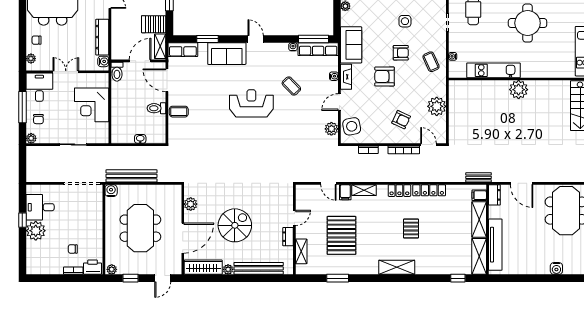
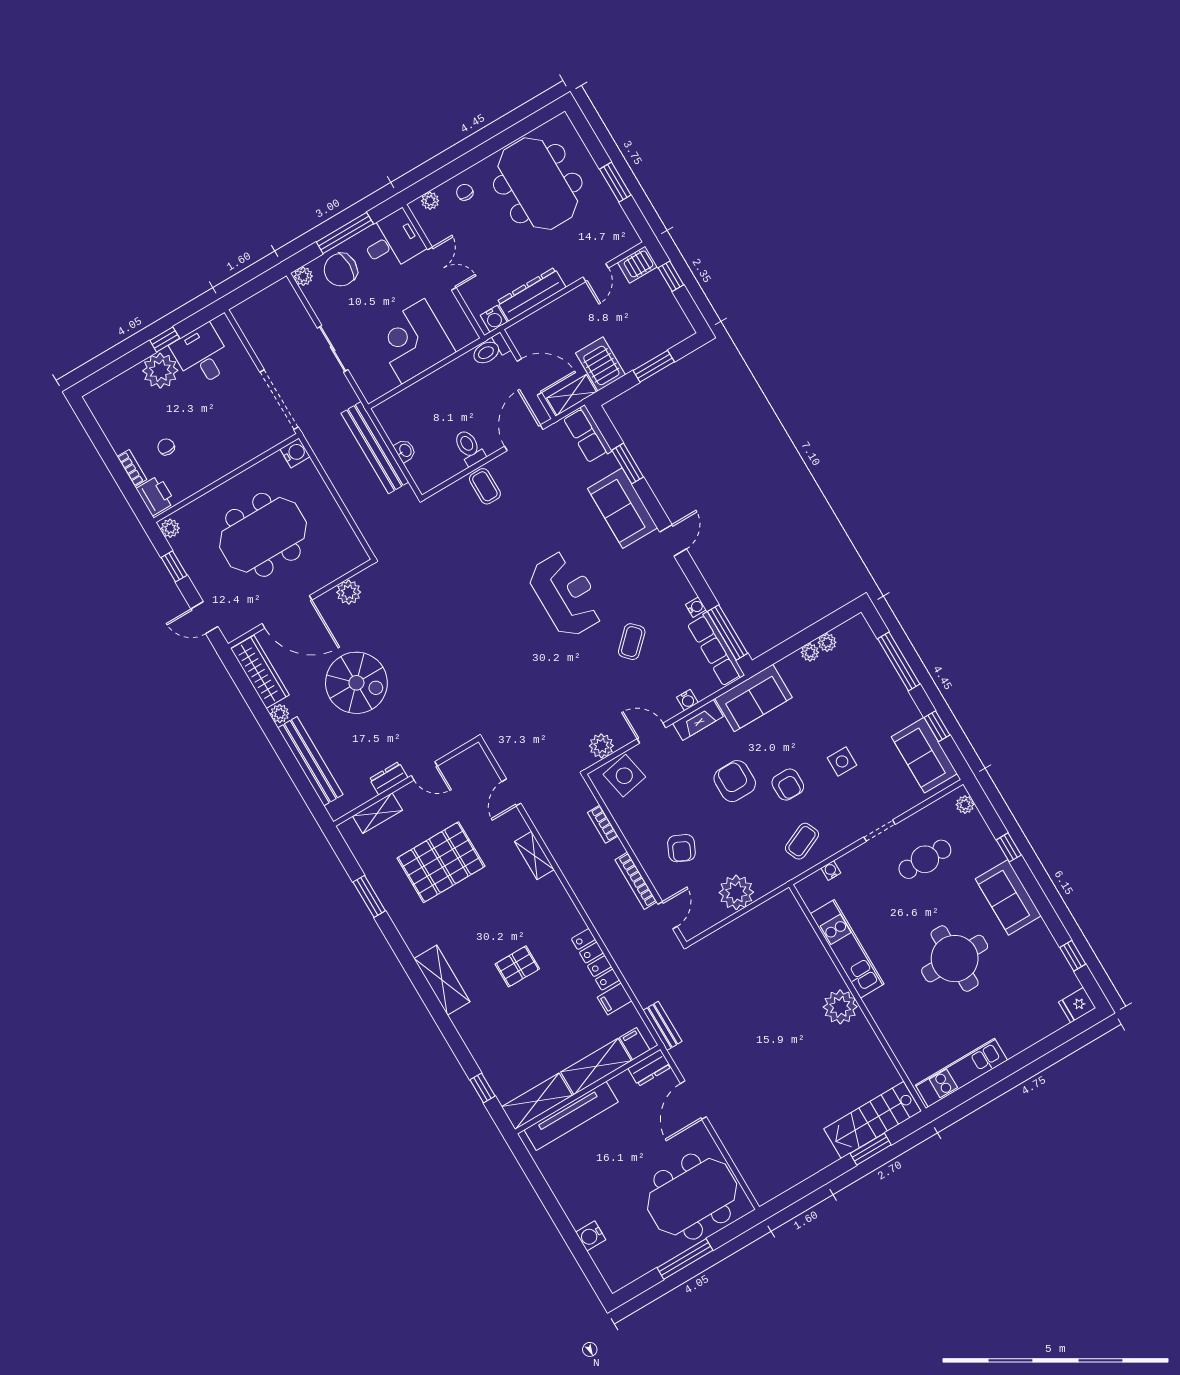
chair: (38, 119) -> (341, 270), width x1.87, depth x1.87
bench: (131, 176) -> (375, 448), moved
locker: (399, 191) -> (567, 912), removed
filing cabinet: (345, 192) -> (615, 999), moved

